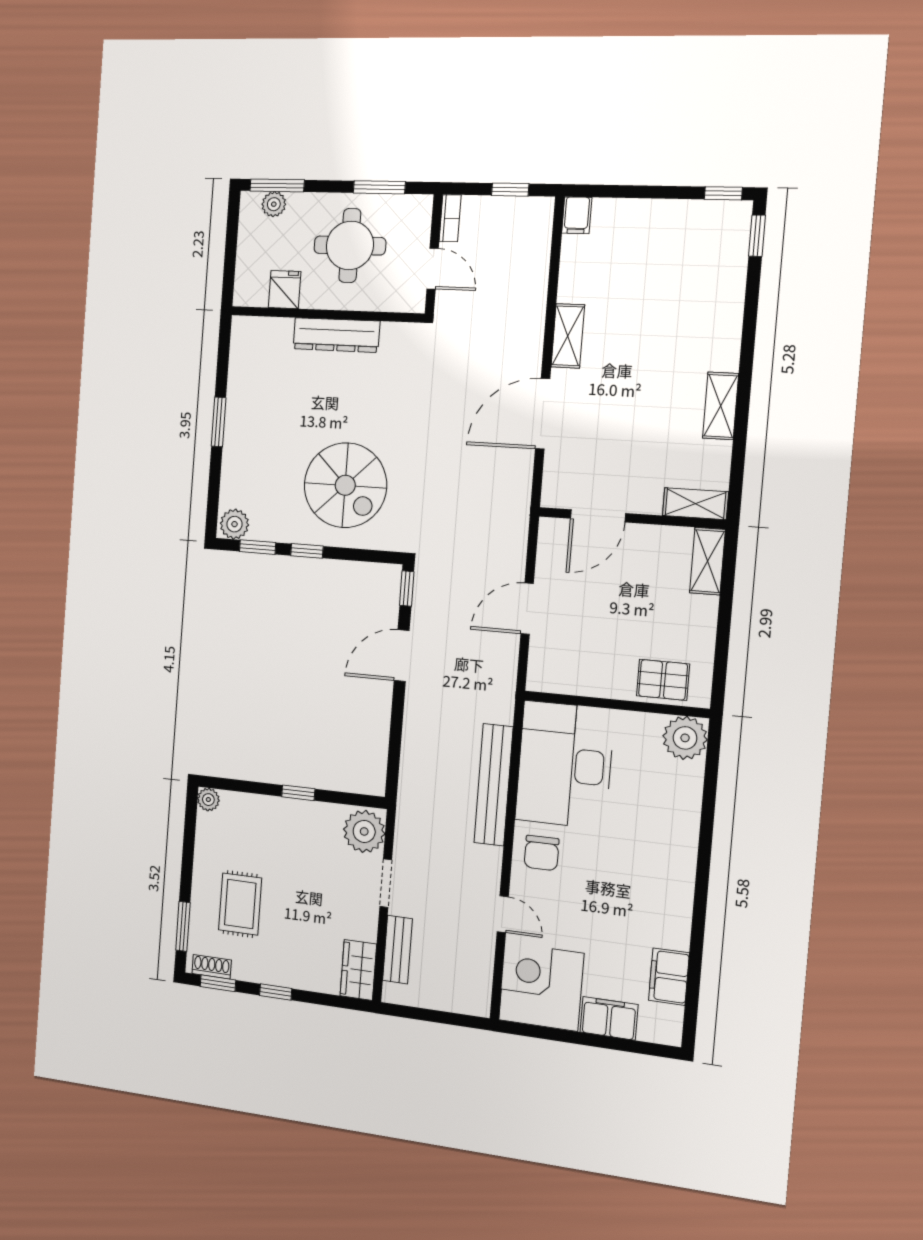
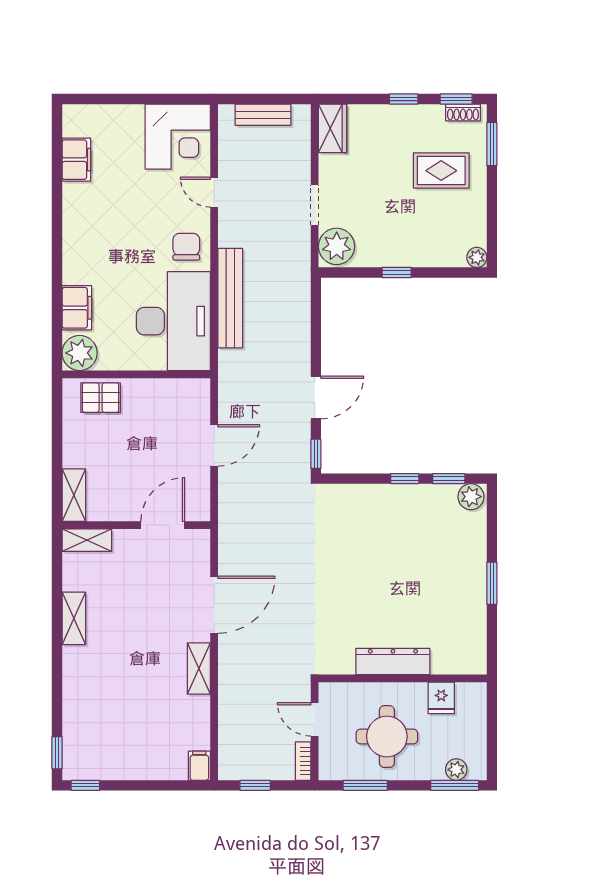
spiral stairs: (345, 485) -> (375, 536), removed
rug: (240, 904) -> (441, 171), turned 90
bench: (397, 950) -> (263, 115), moved, turned 90
filing cabinet: (609, 1018) -> (77, 308), moved, turned -90

